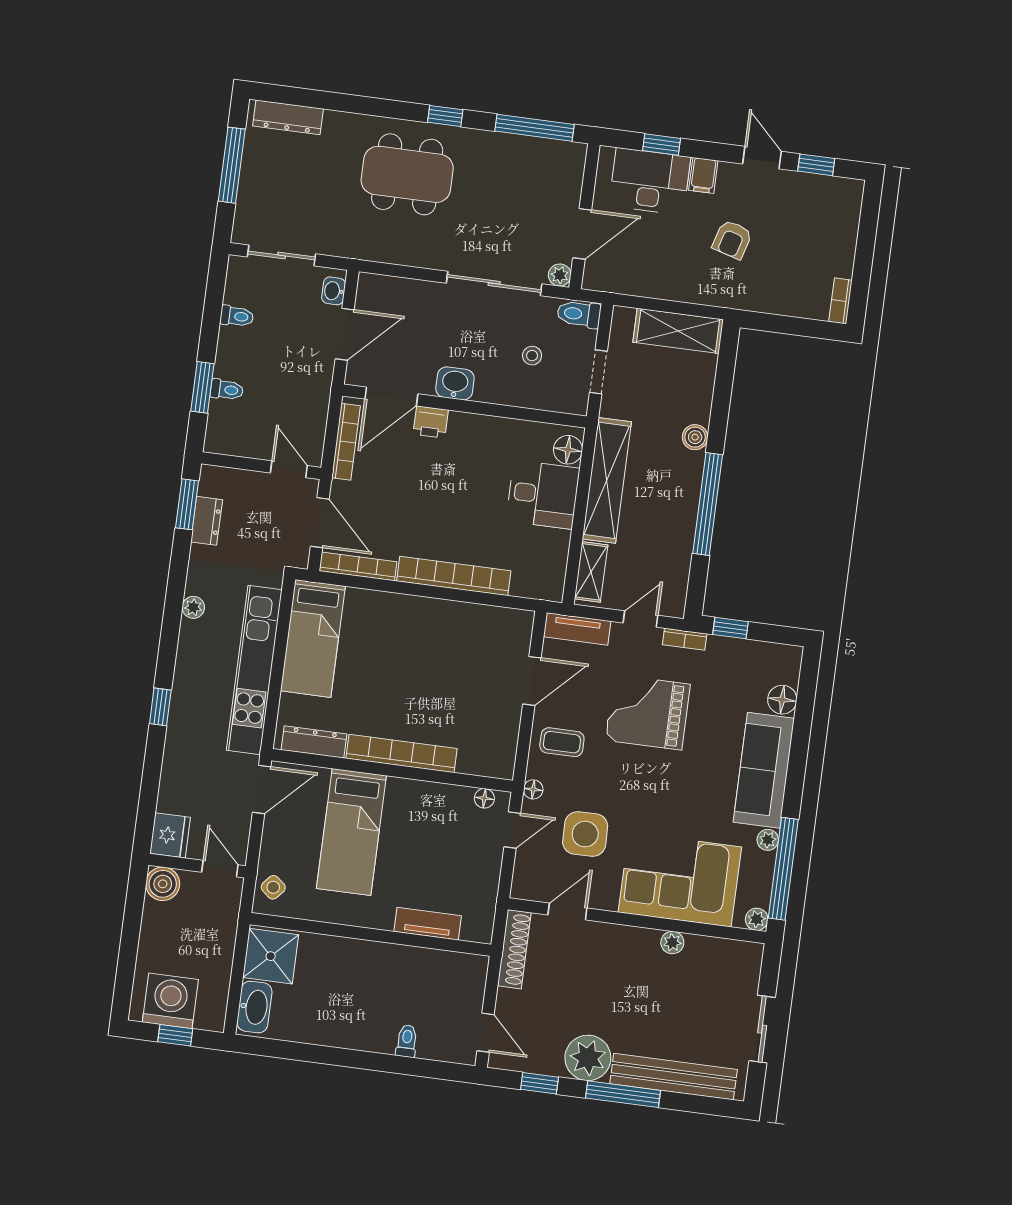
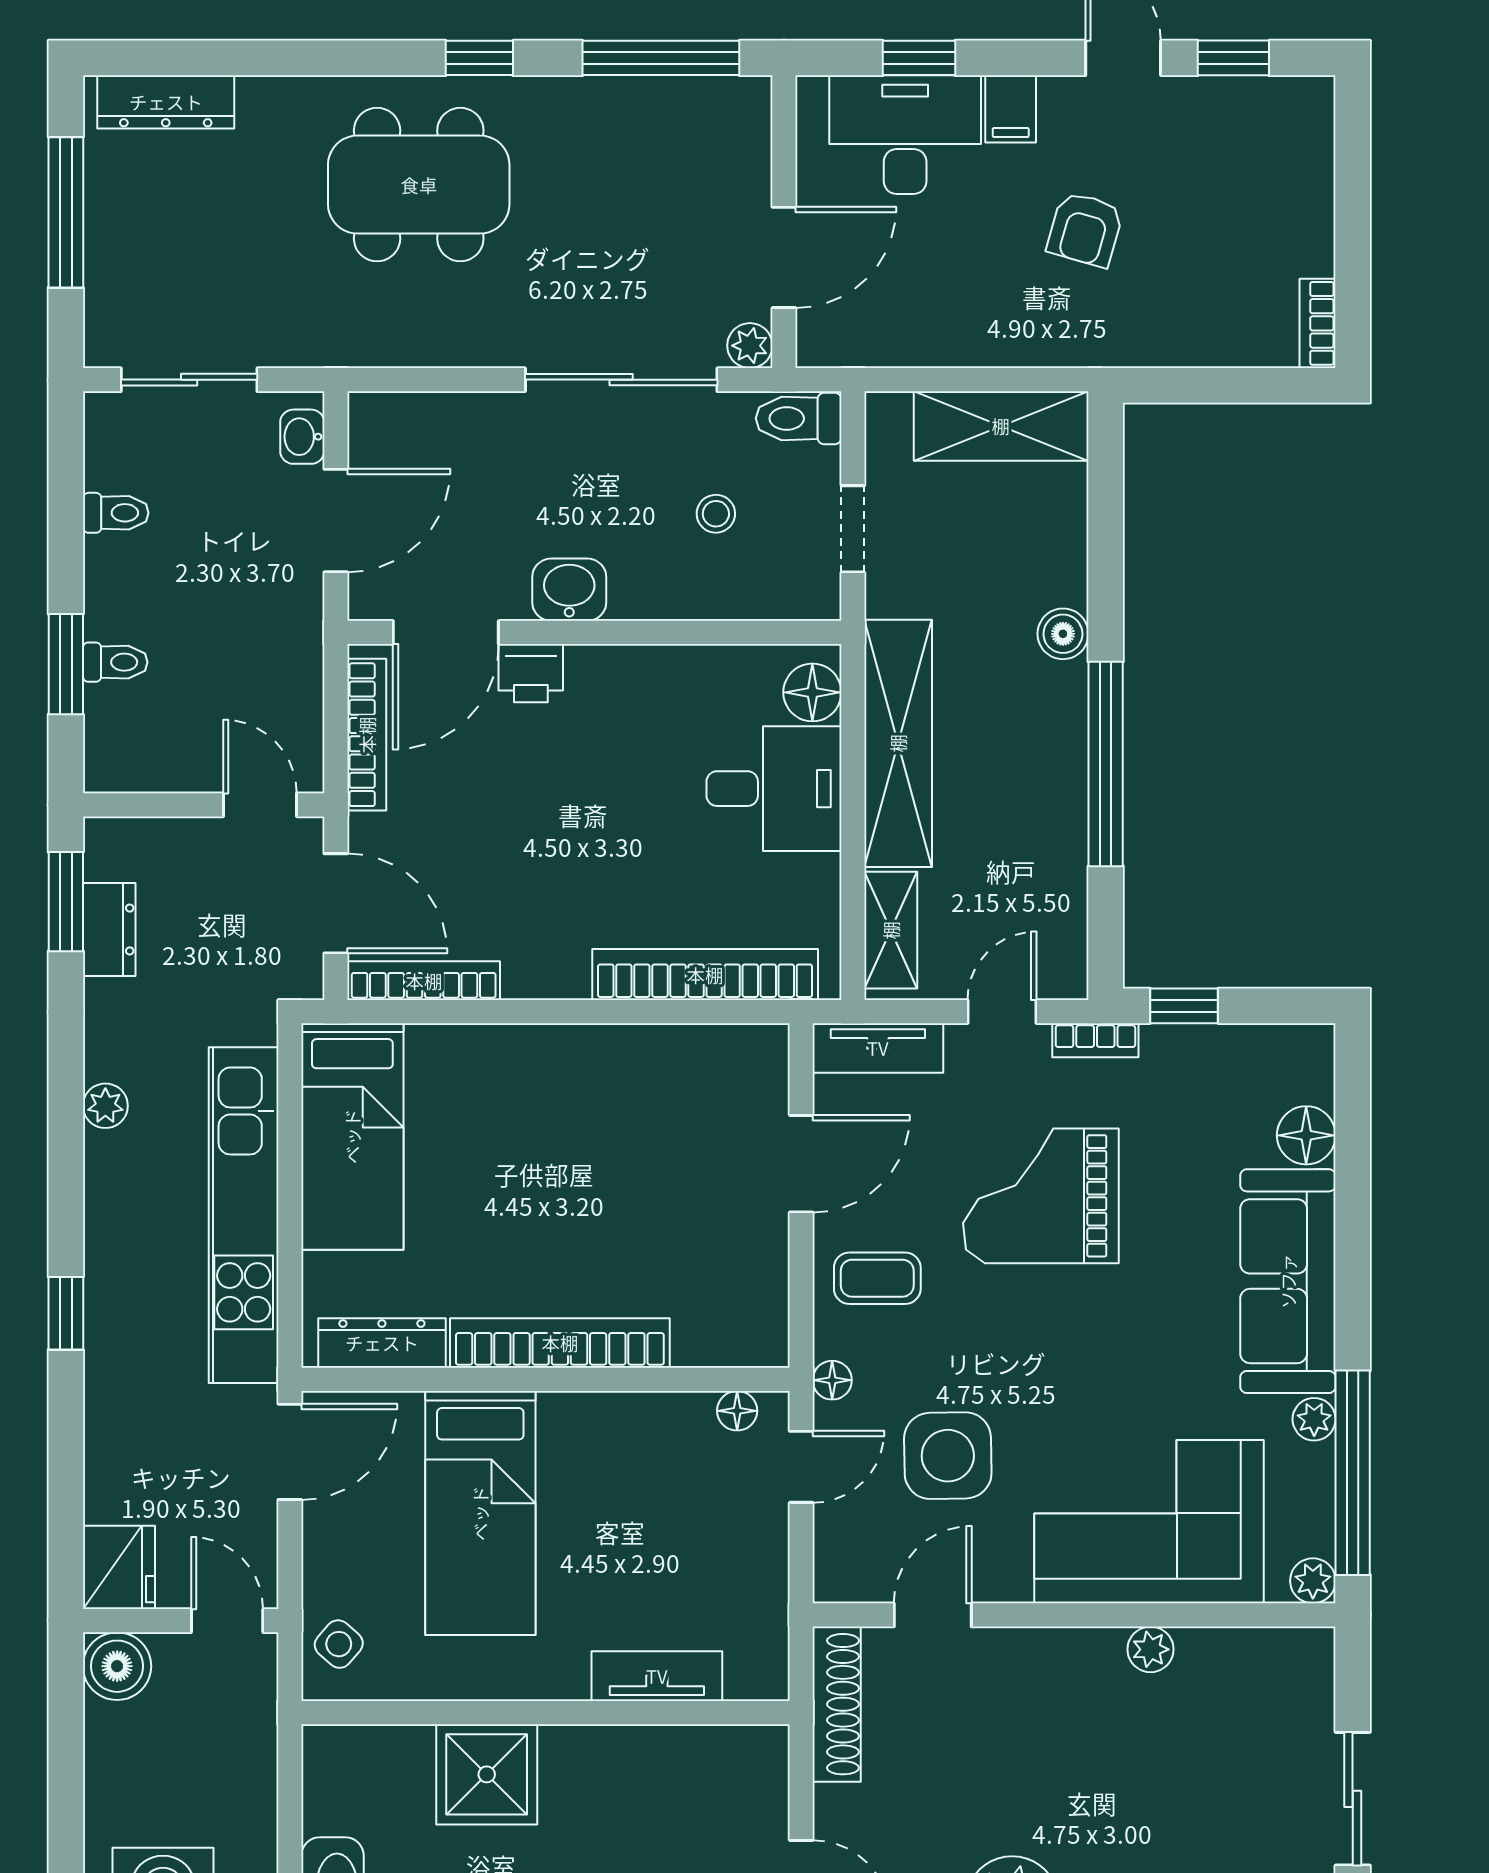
bookcase: (454, 576) -> (705, 975), moved
shower: (271, 956) -> (487, 1774), moved

